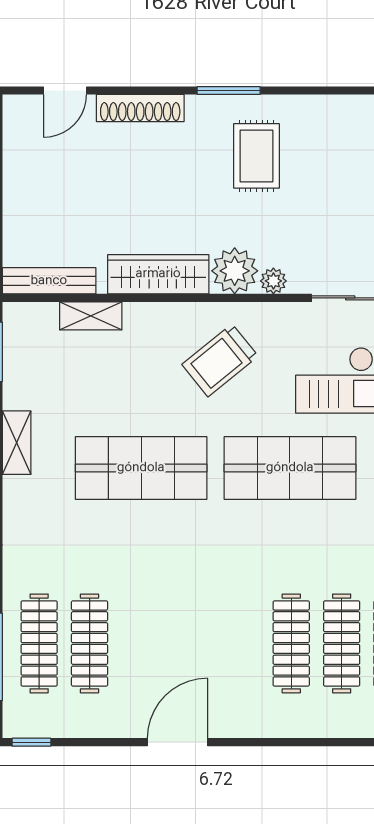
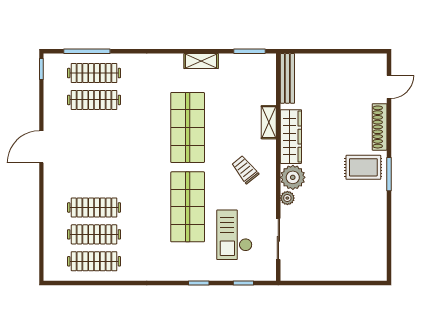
door: (65, 91) -> (389, 87), swing flipped
rug: (256, 156) -> (363, 167), moved
shelving: (91, 316) -> (269, 122), moved
trolley: (220, 360) -> (245, 170), width x0.73, depth x0.72
door: (178, 742) -> (41, 147), swing flipped

